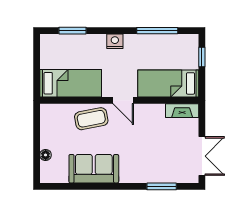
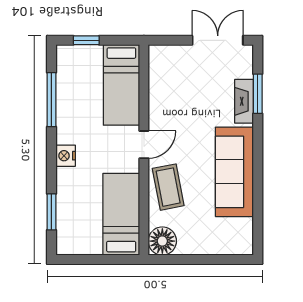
fireplace: (182, 111) -> (244, 101), moved, turned 180
floor lamp: (46, 155) -> (162, 241), moved, width x1.89, depth x1.89
sofa: (94, 169) -> (234, 172), width x1.36

